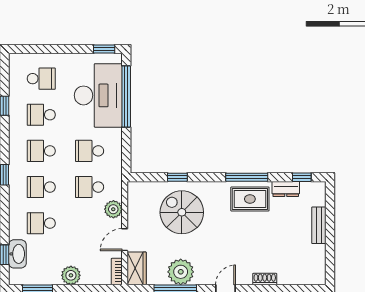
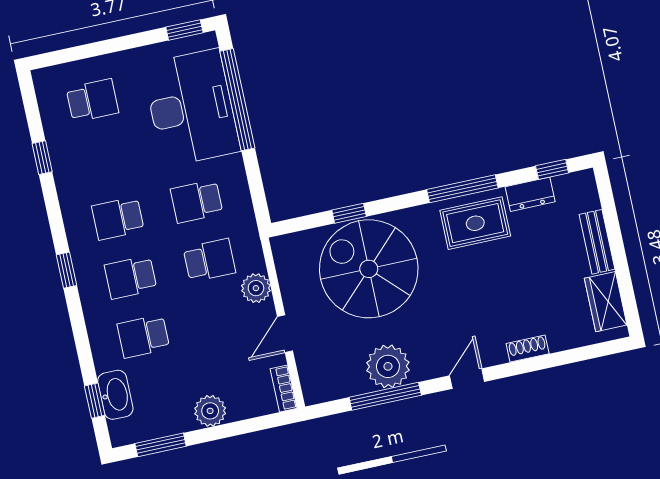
school desk: (41, 115) -> (105, 159), removed
school desk: (90, 187) -> (209, 260), turned 180
spiral stairs: (182, 212) -> (369, 269), width x1.37, depth x1.37
wardrobe: (137, 268) -> (606, 302), moved, turned 180

